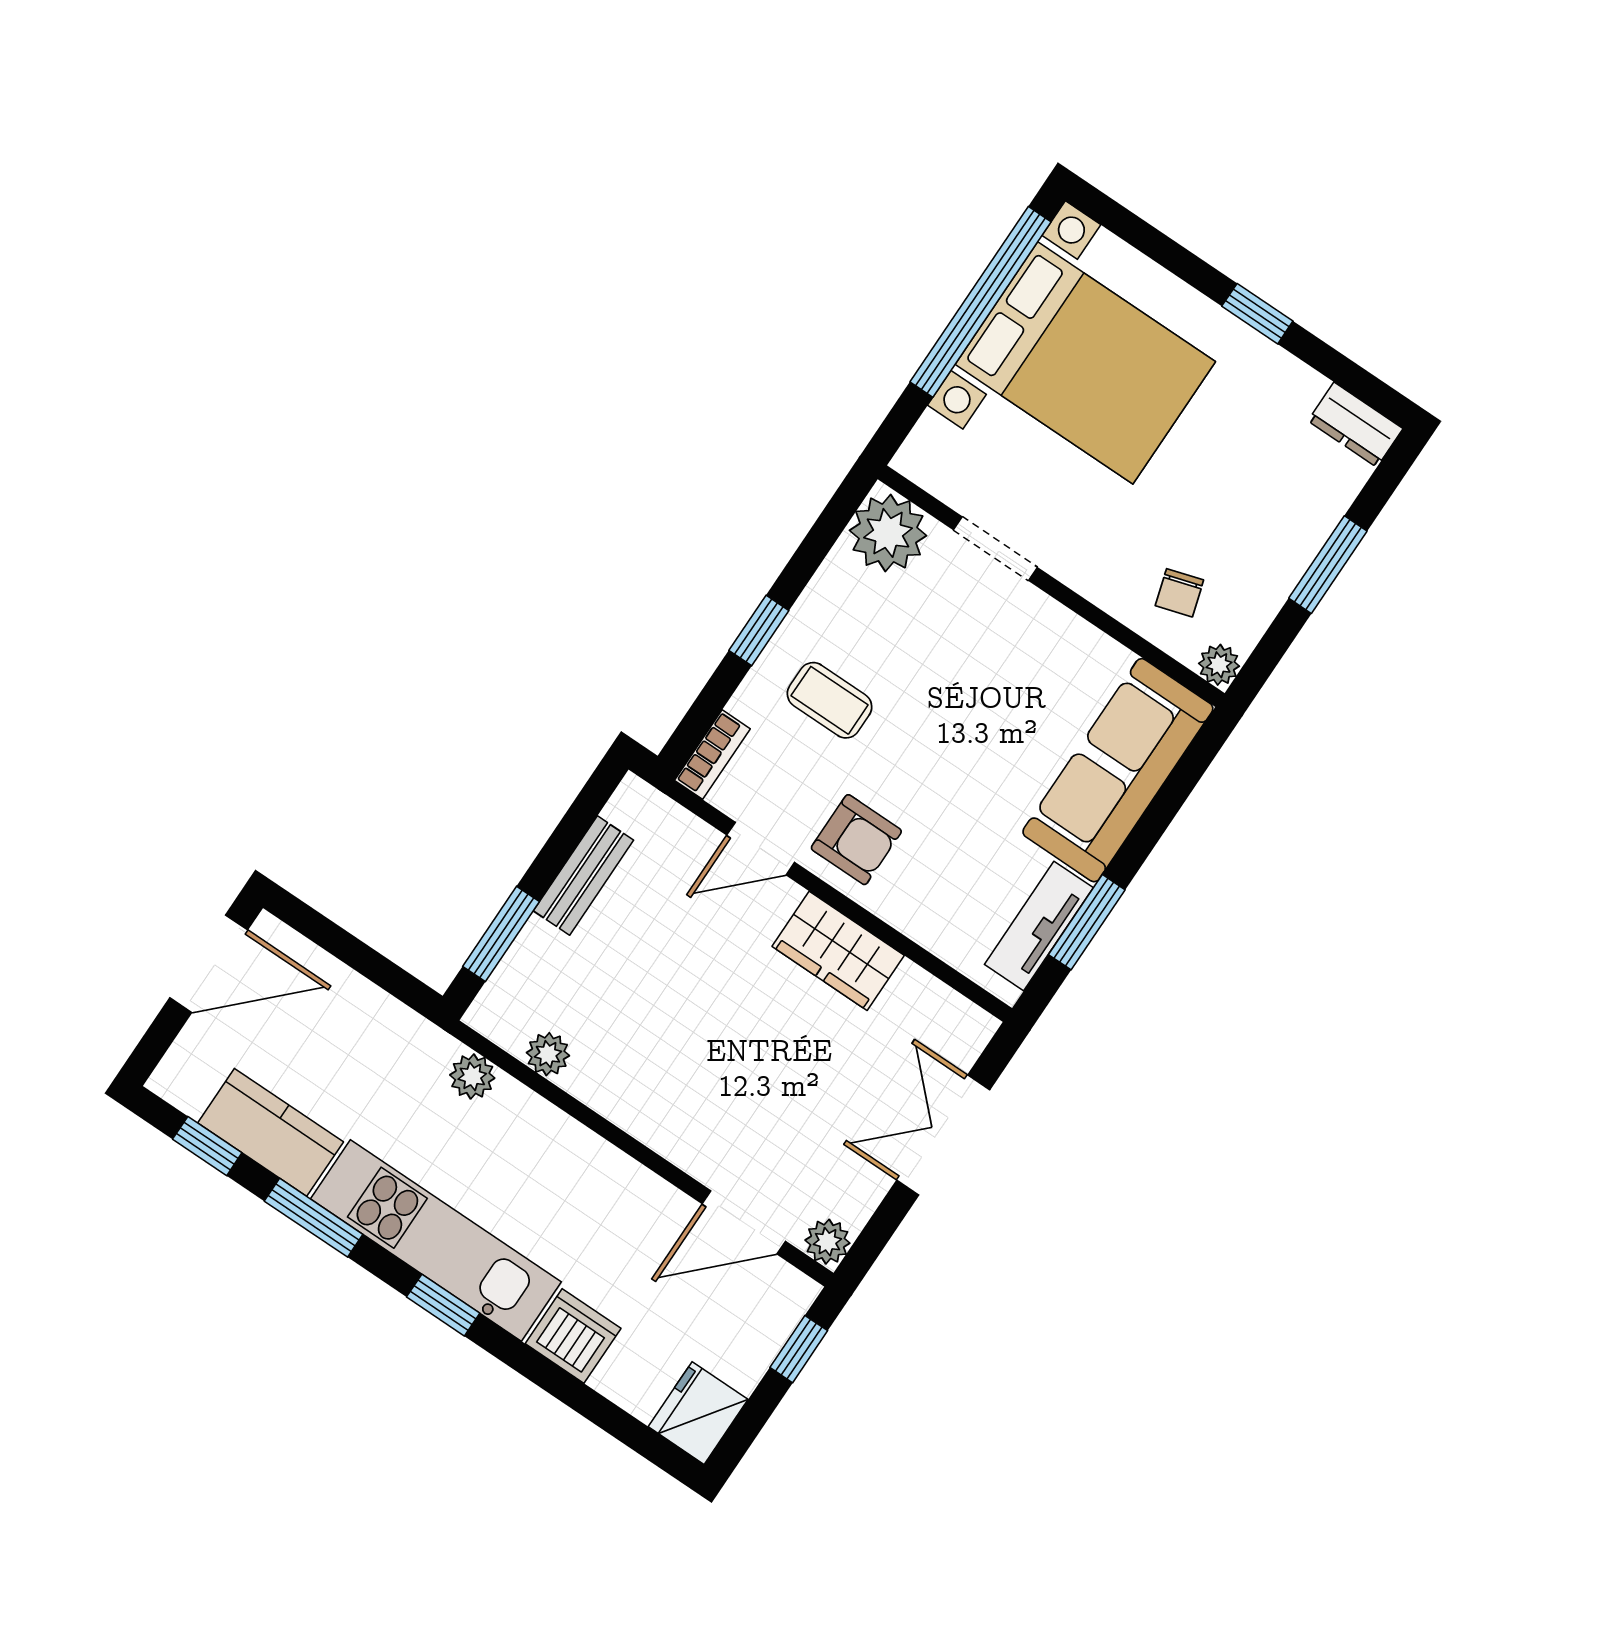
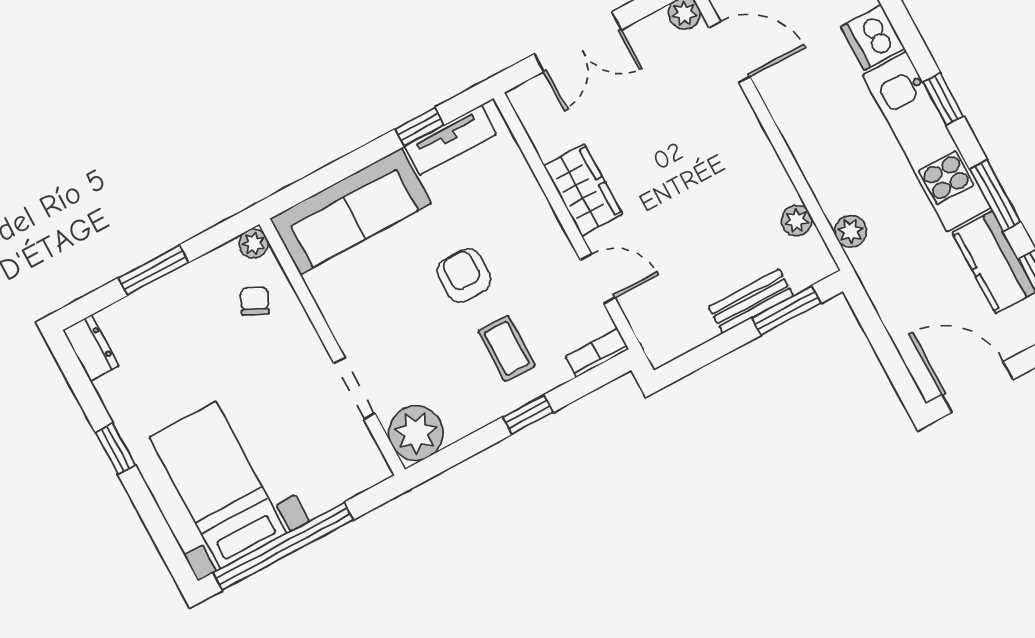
bed with nightstands: (1085, 363) -> (218, 485), width x0.73
chair: (1179, 593) -> (255, 301), turned -48
armchair: (856, 840) -> (464, 275), moved
bench: (583, 875) -> (751, 301), moved
window: (1087, 922) -> (419, 127), width x0.67

